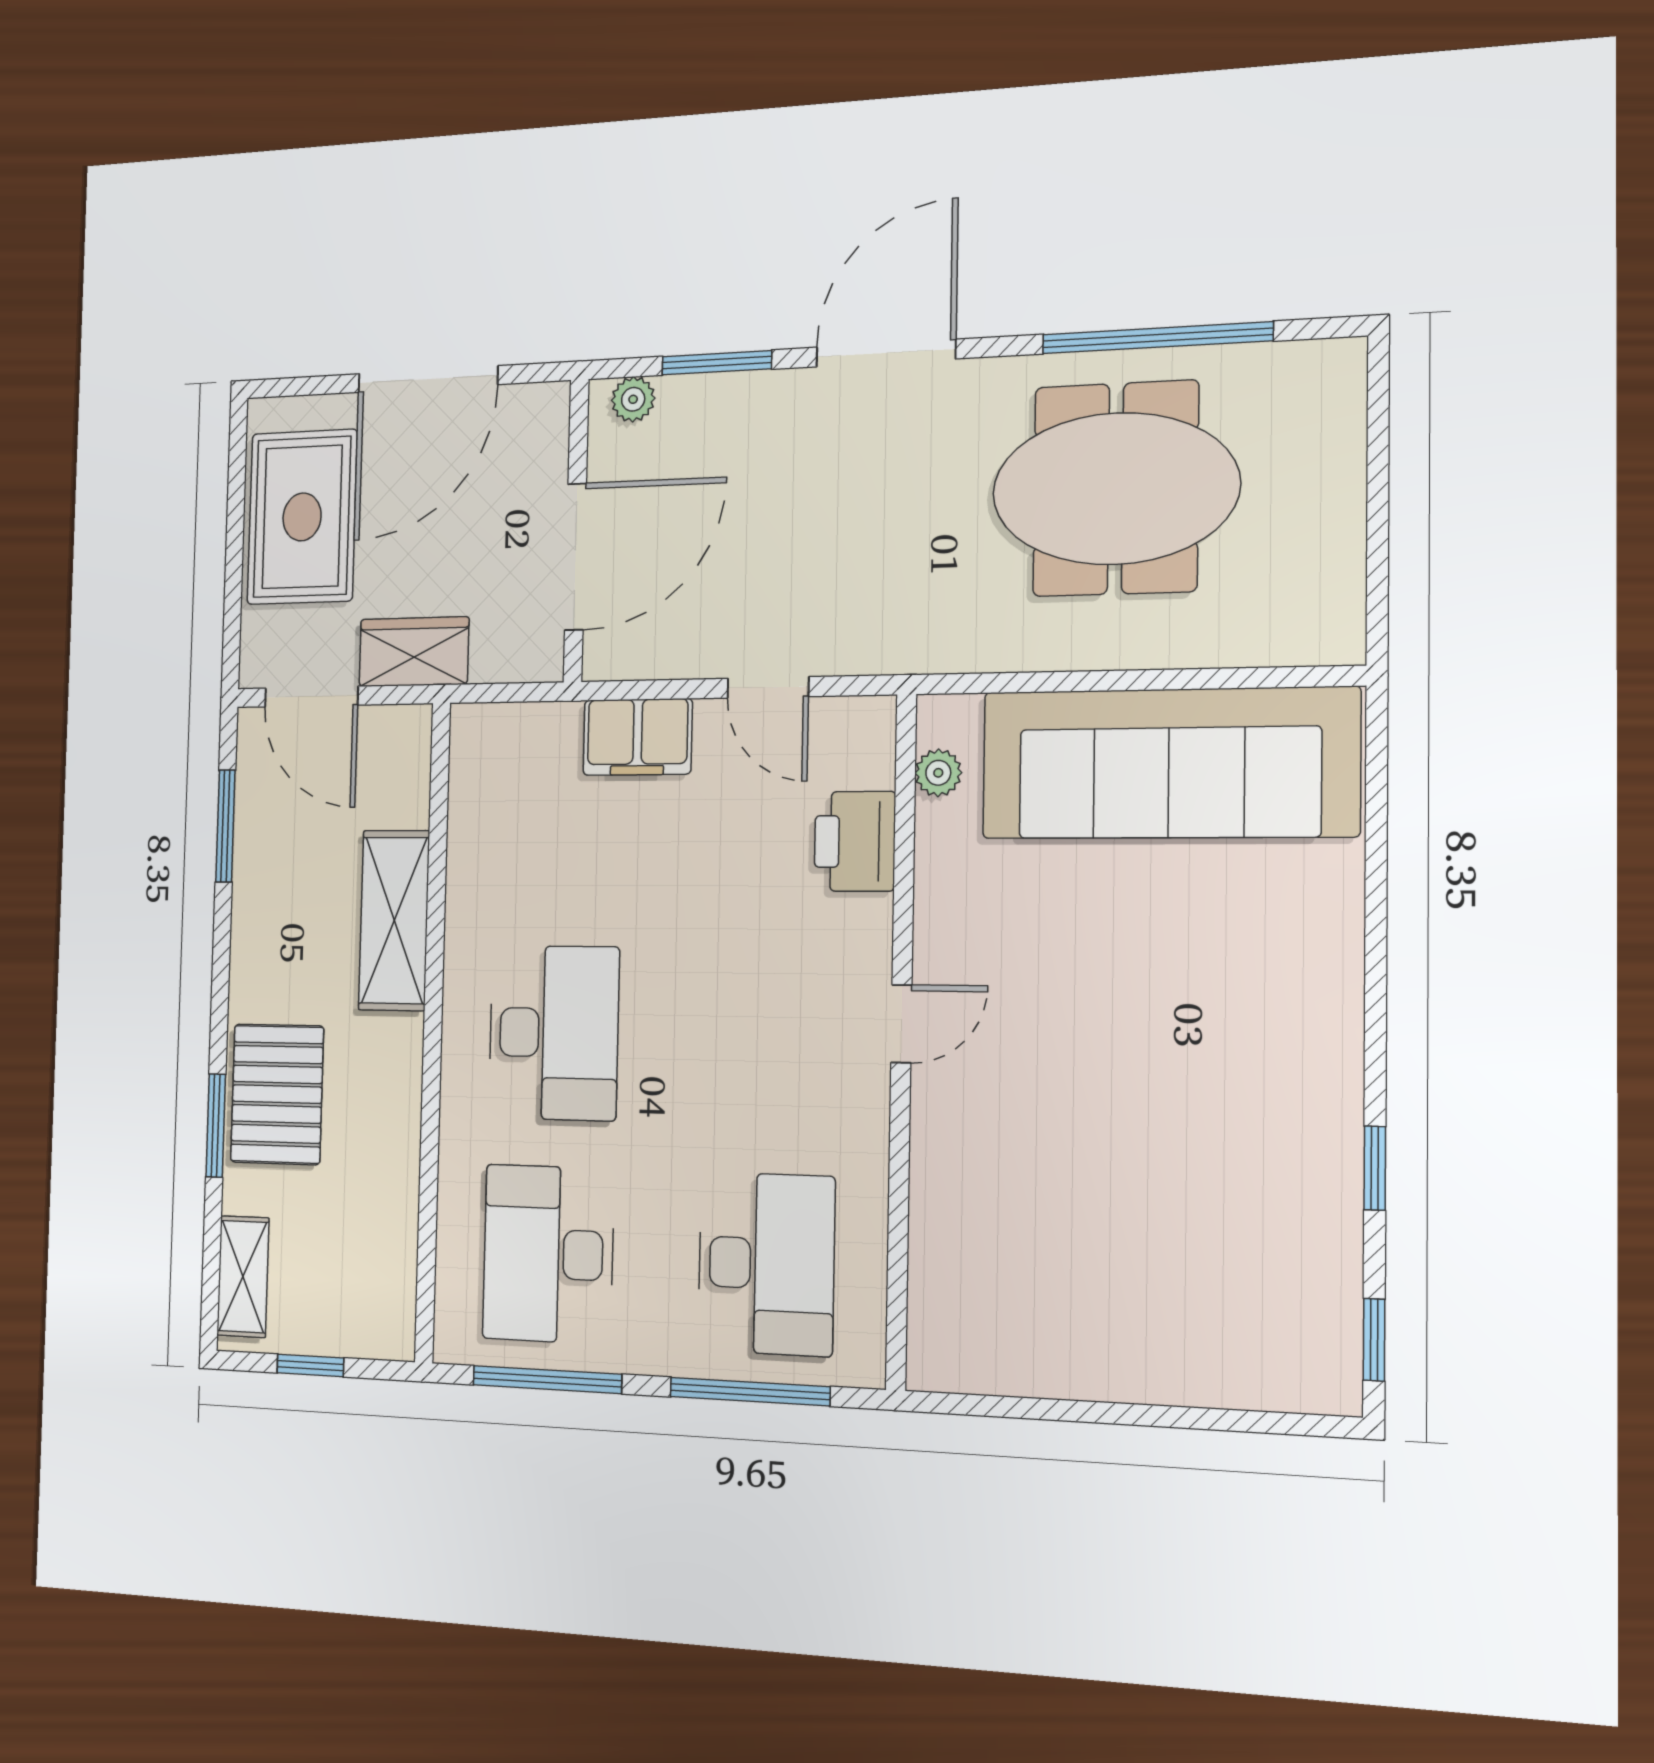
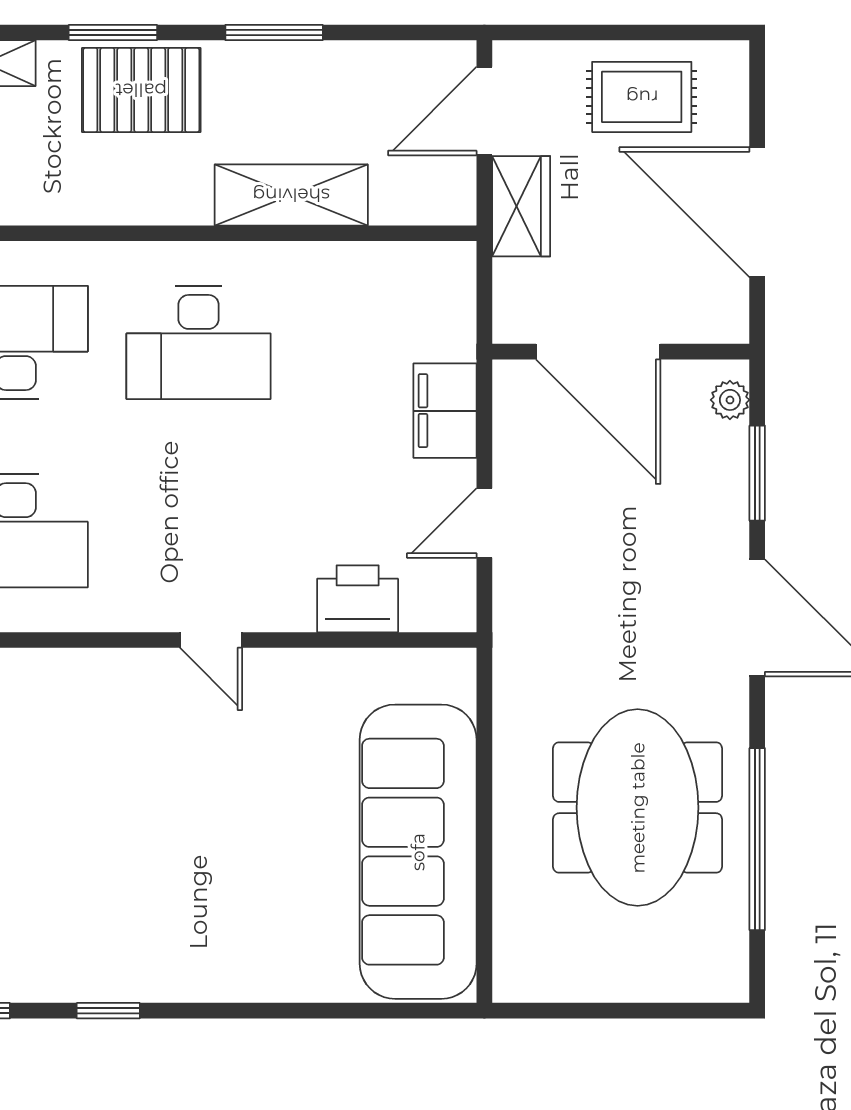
rug: (302, 517) -> (642, 97), width x0.73, depth x0.70
plant: (938, 773) -> (413, 667), removed
window: (225, 826) -> (274, 32), moved

